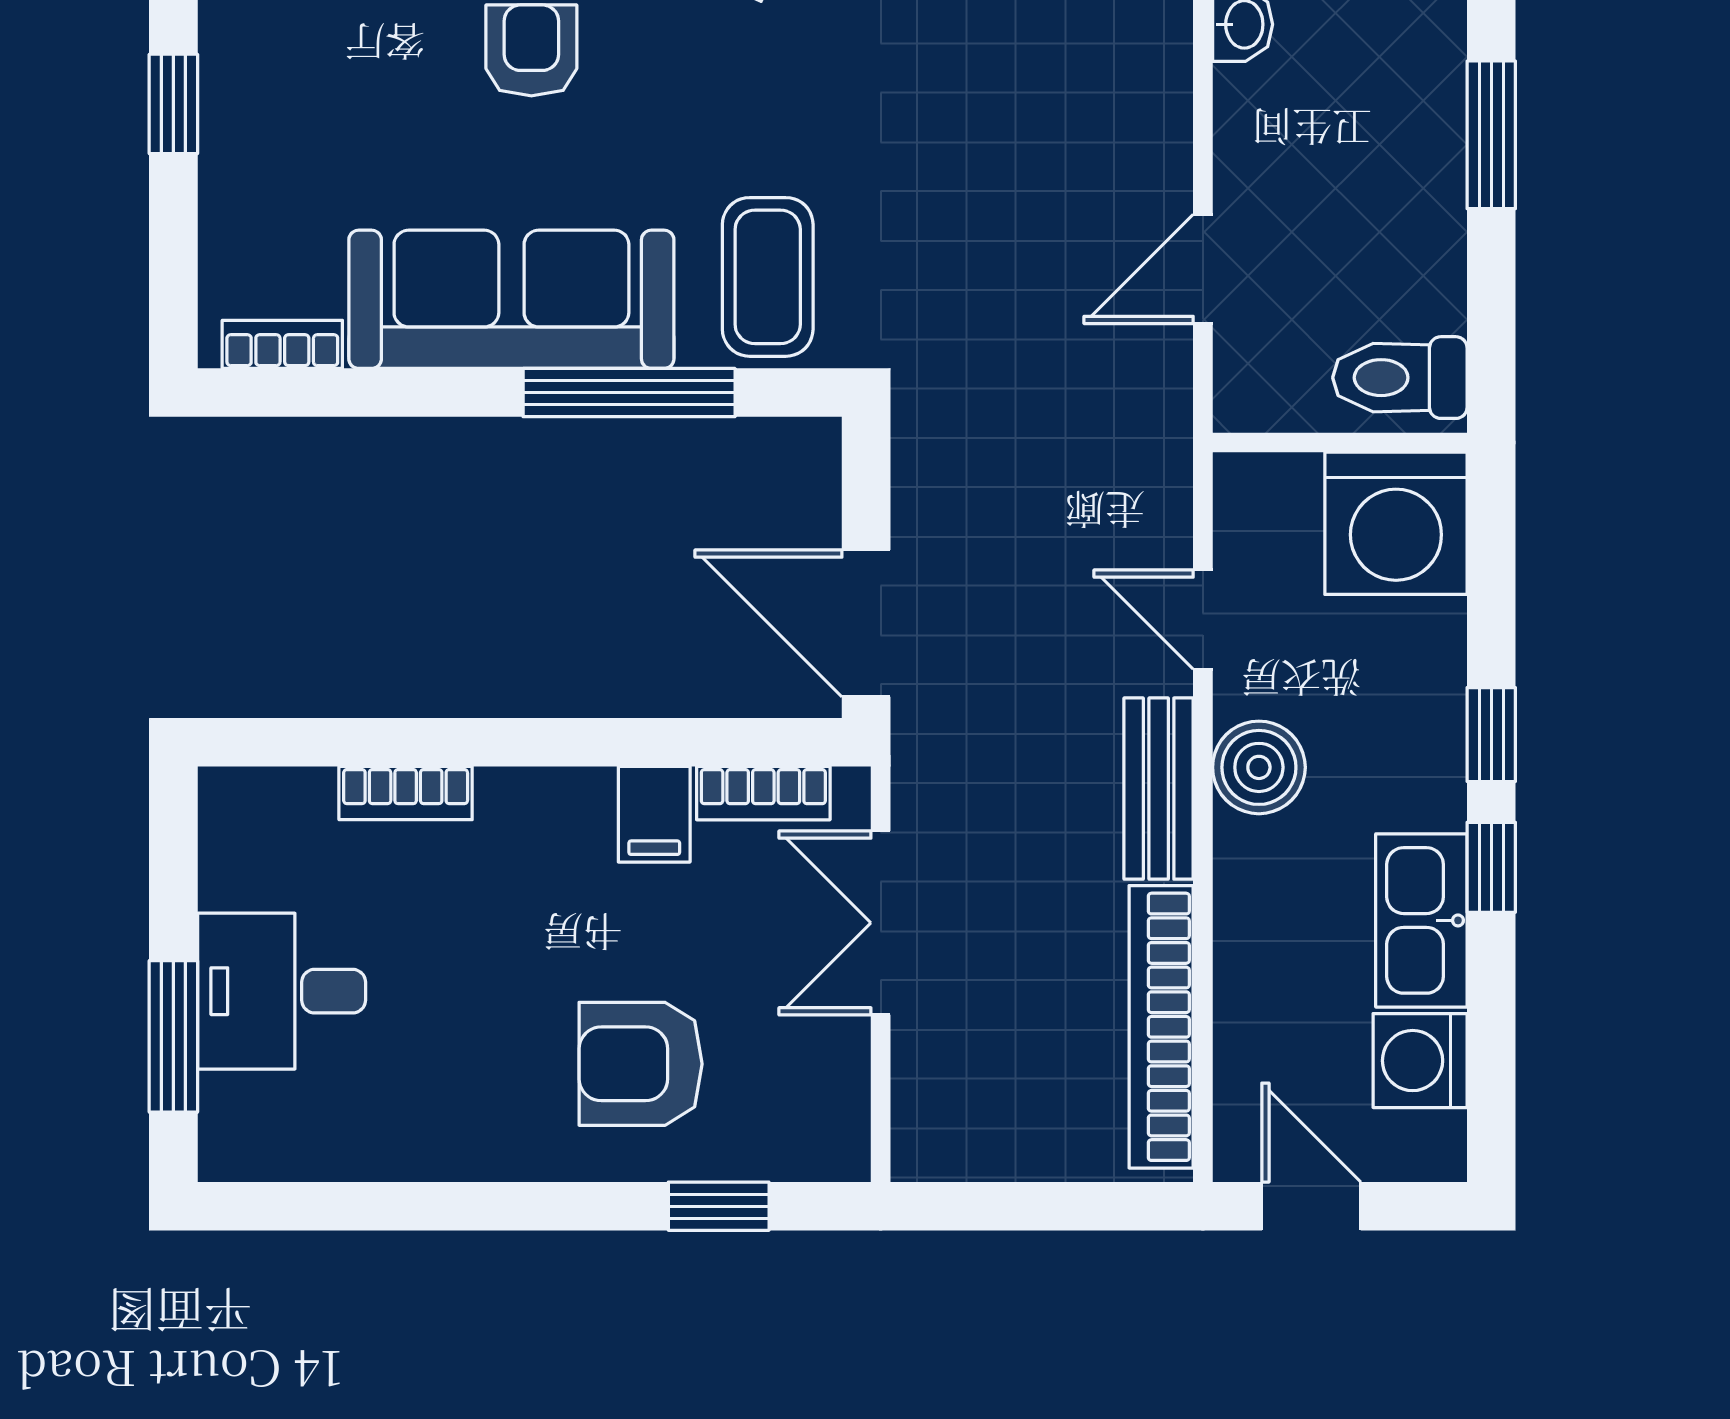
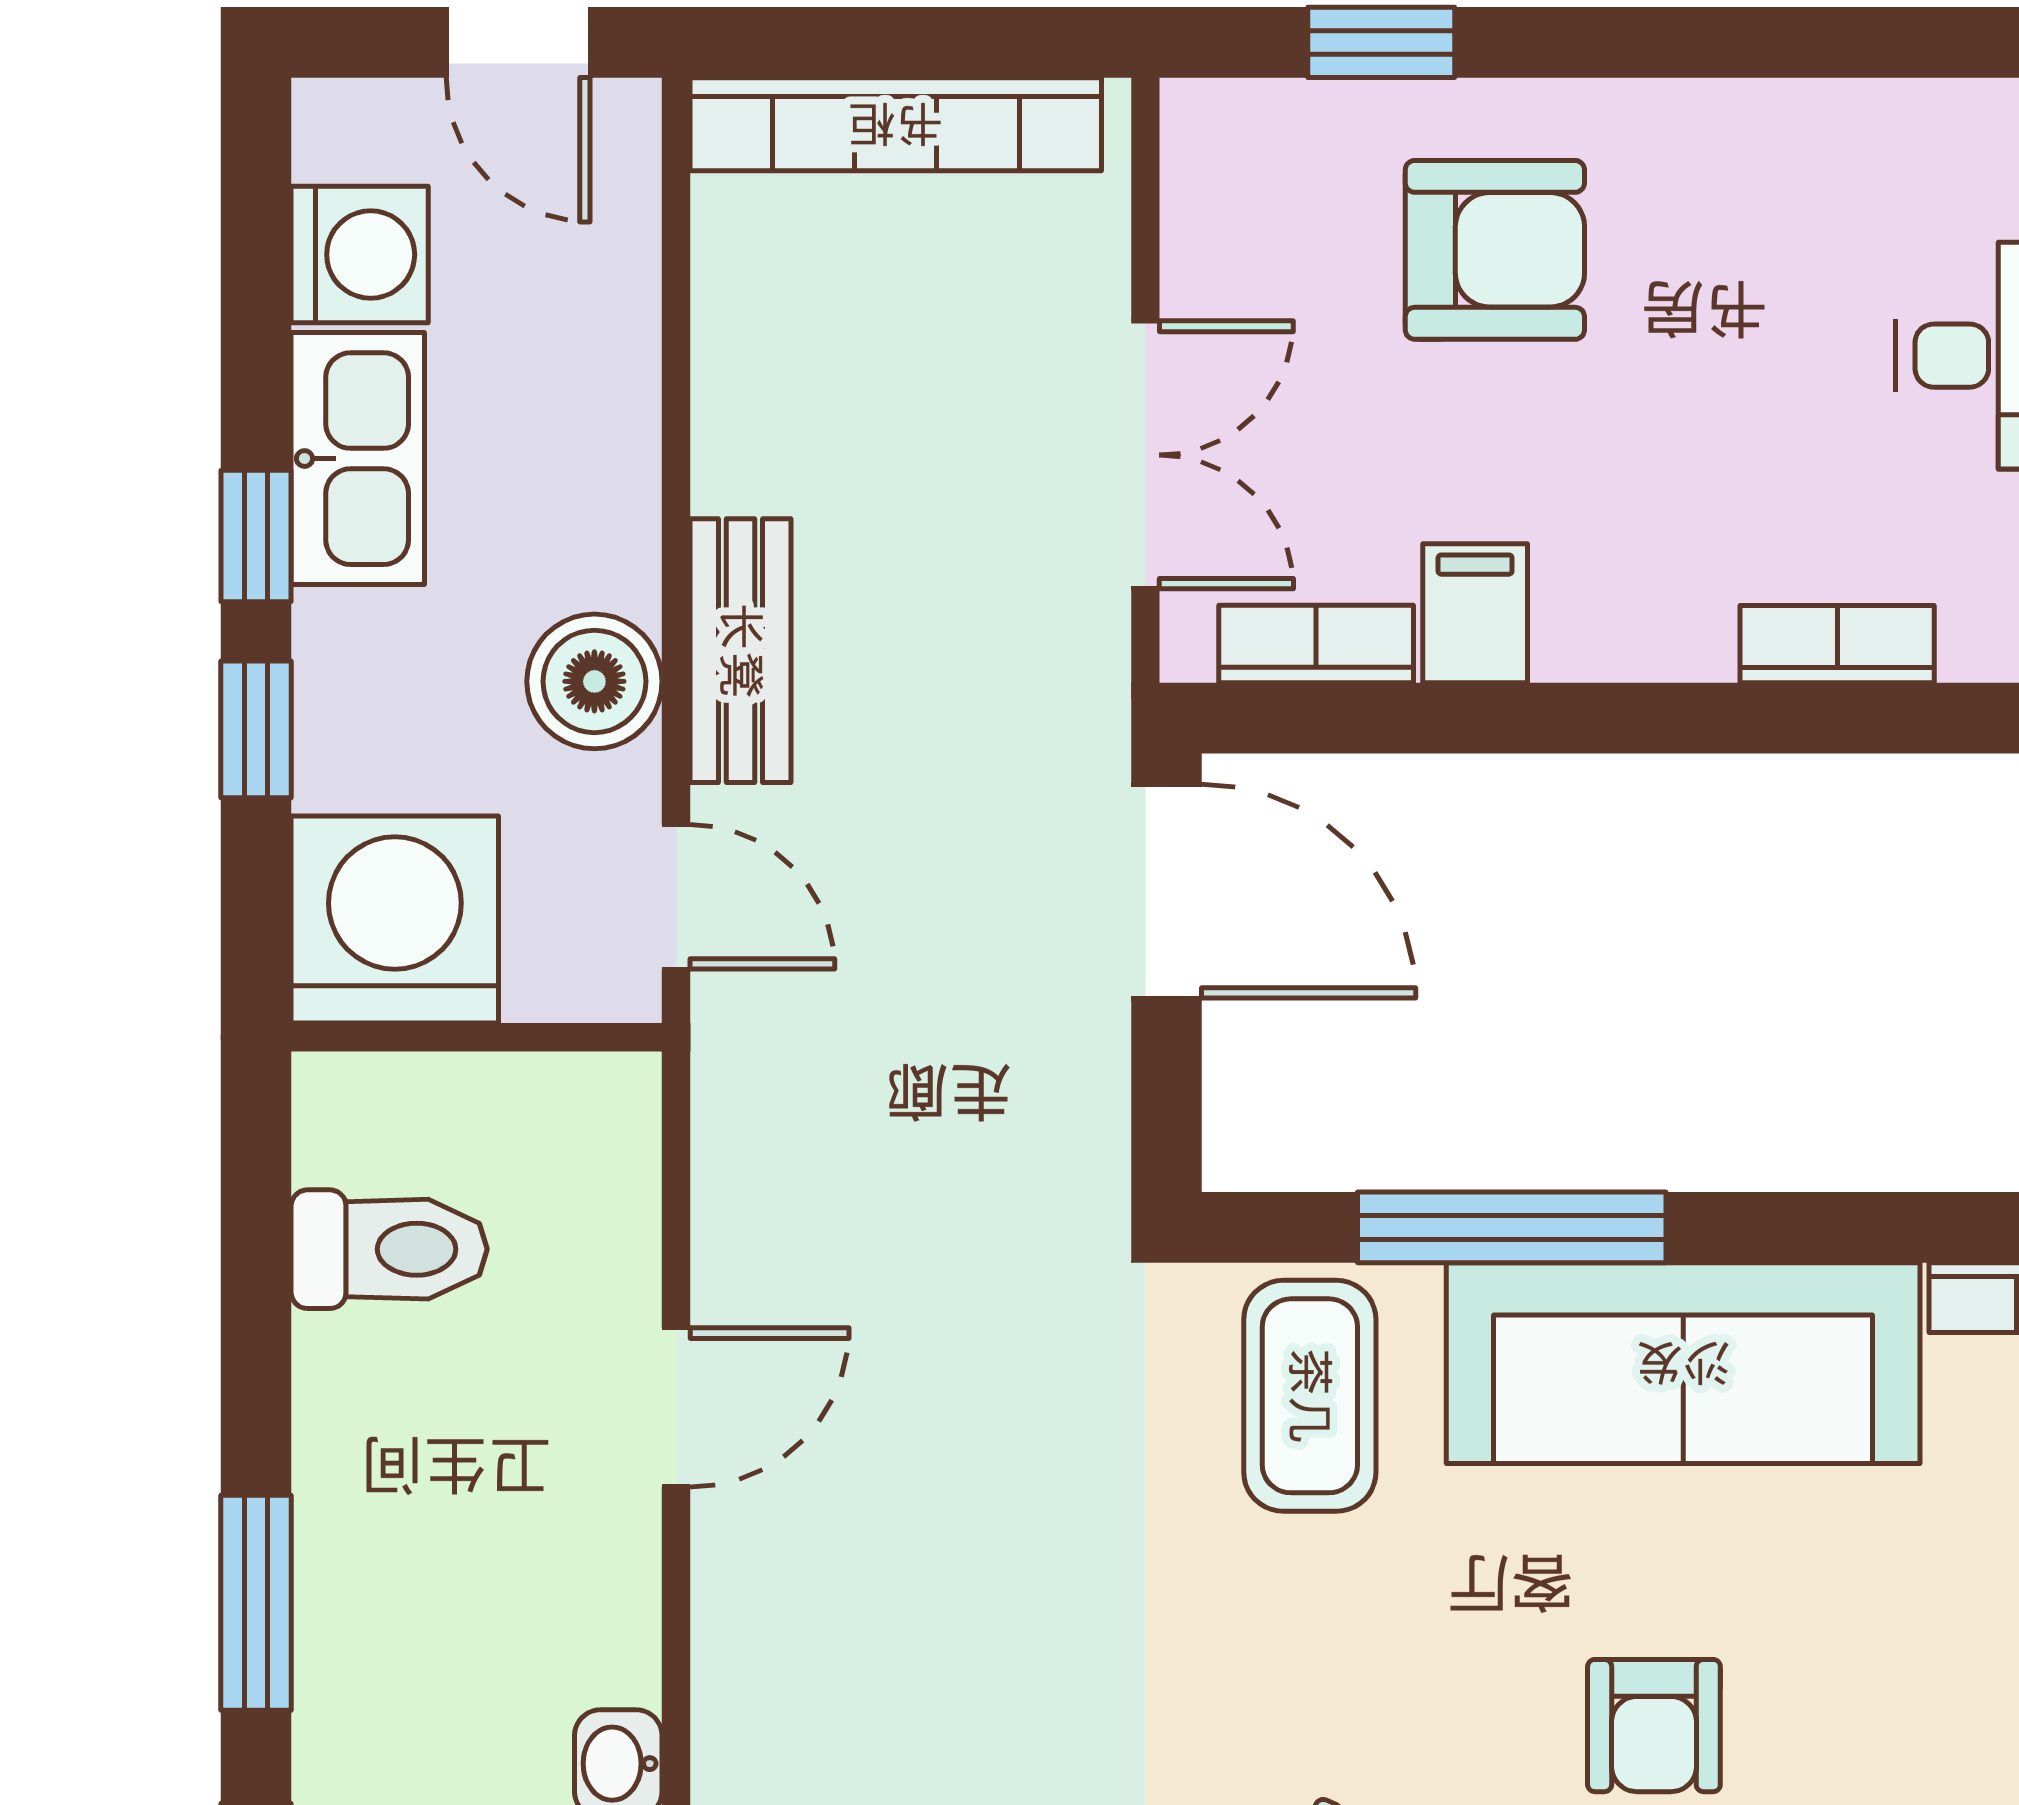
wall: (1340, 443) -> (477, 1037), moved
washing machine: (1396, 523) -> (395, 920), moved
bookcase: (1161, 1027) -> (896, 124), moved, turned 90

